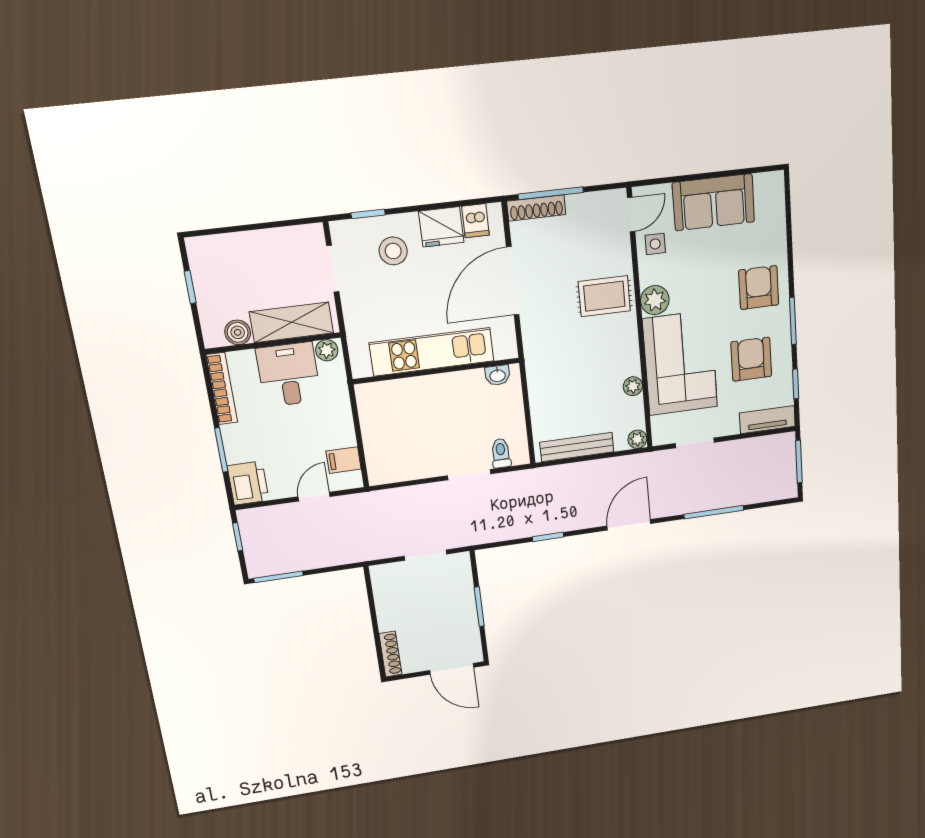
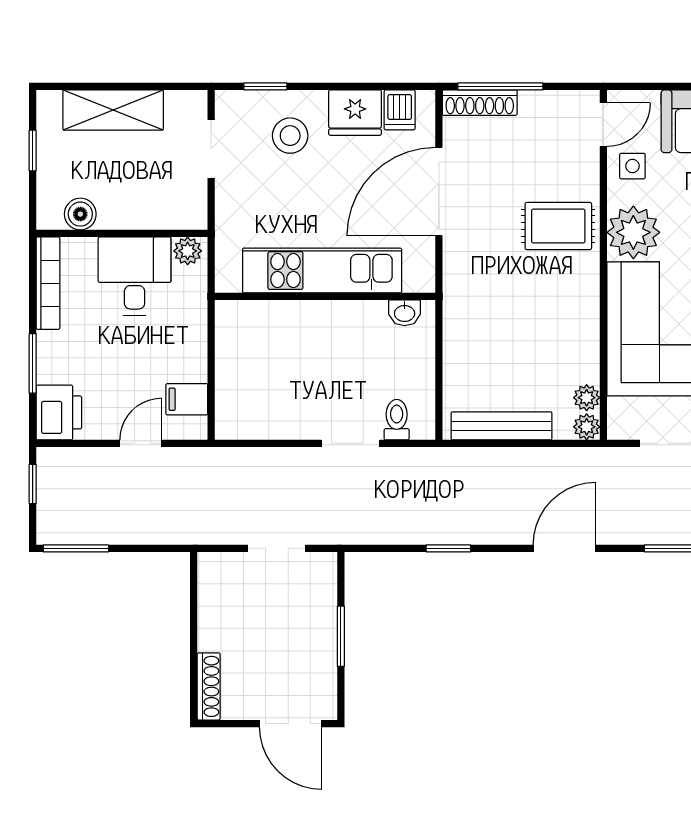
plant: (655, 300) -> (633, 232), width x1.36, depth x1.36
shelving: (292, 322) -> (113, 110), moved
plant: (633, 386) -> (587, 398), moved

